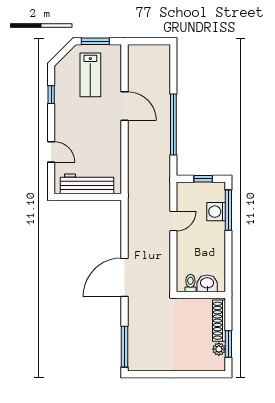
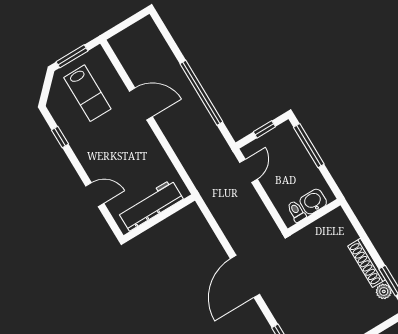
washing machine: (216, 212) -> (297, 155), removed
door: (173, 221) -> (248, 171), moved
toilet: (190, 283) -> (296, 211), moved
washbasin: (207, 283) -> (313, 202), moved
wall: (201, 295) -> (314, 217), moved

